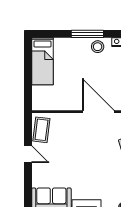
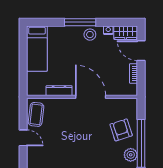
dresser: (65, 105) -> (59, 91), added

